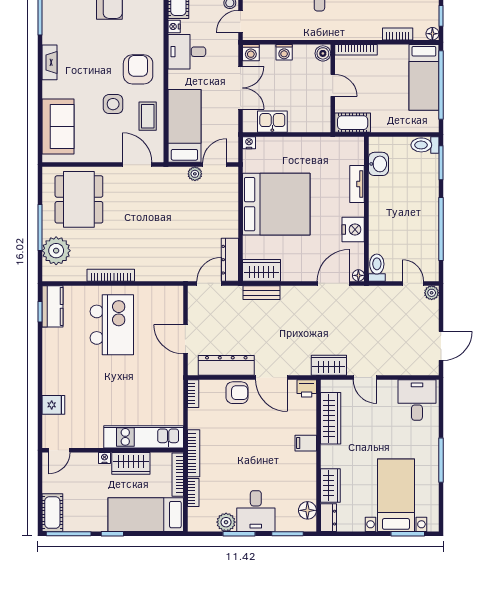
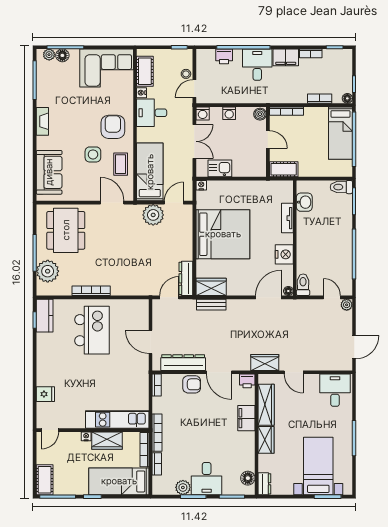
plant: (195, 174) -> (153, 215), width x1.88, depth x1.88
filing cabinet: (306, 443) -> (246, 418), width x2.00
wardrobe: (330, 485) -> (266, 440), moved

